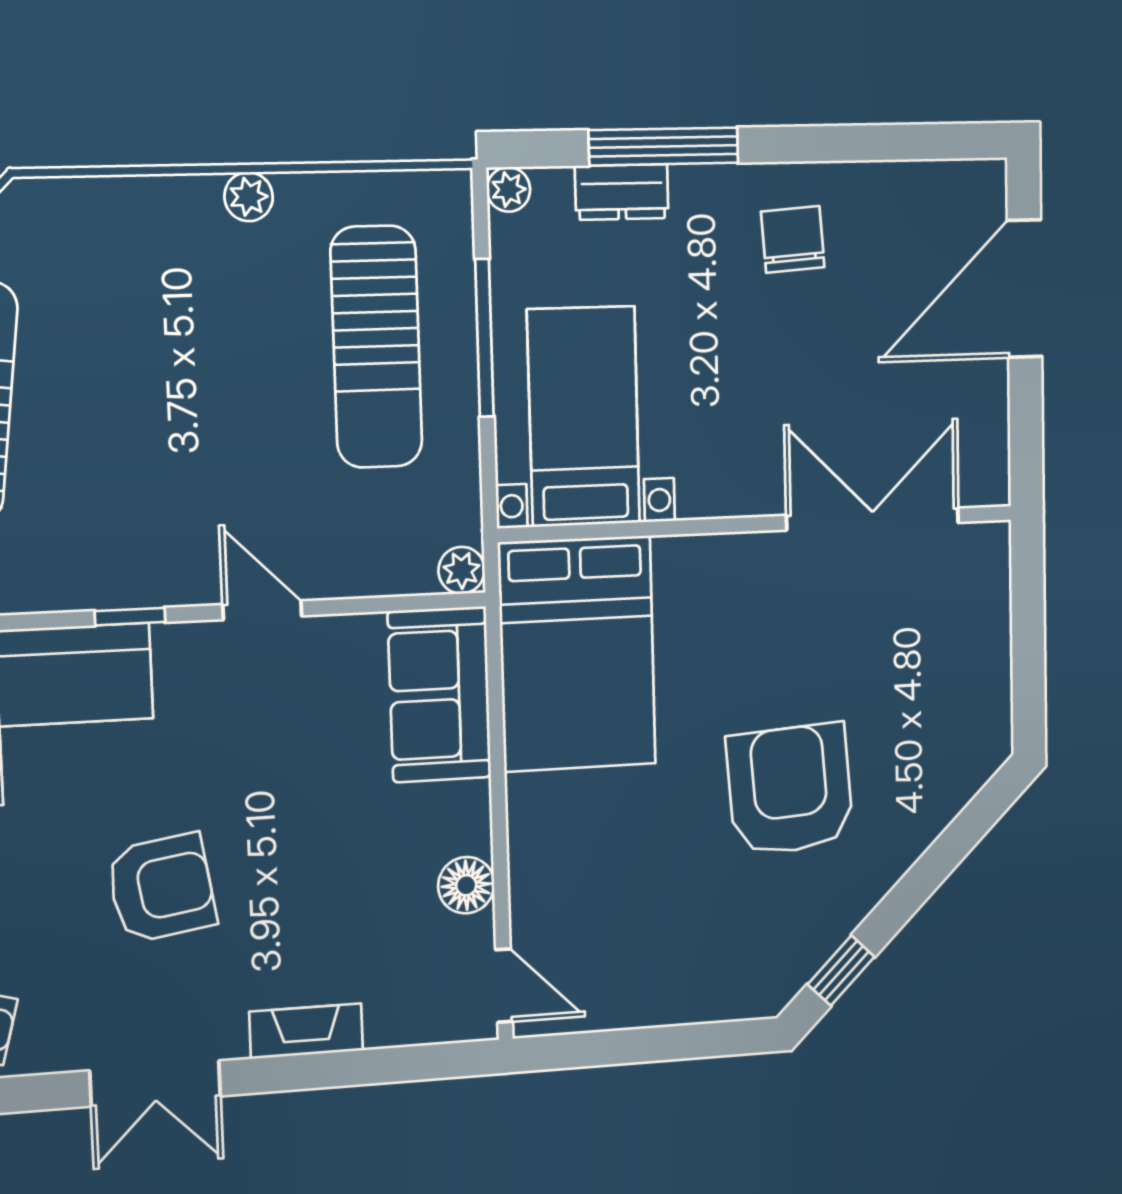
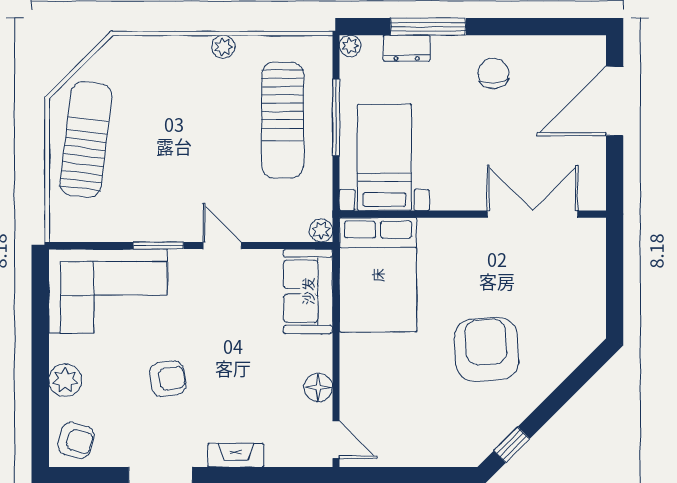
window: (130, 617) -> (158, 245), width x1.50
armchair: (161, 888) -> (168, 379), width x0.72, depth x0.72

